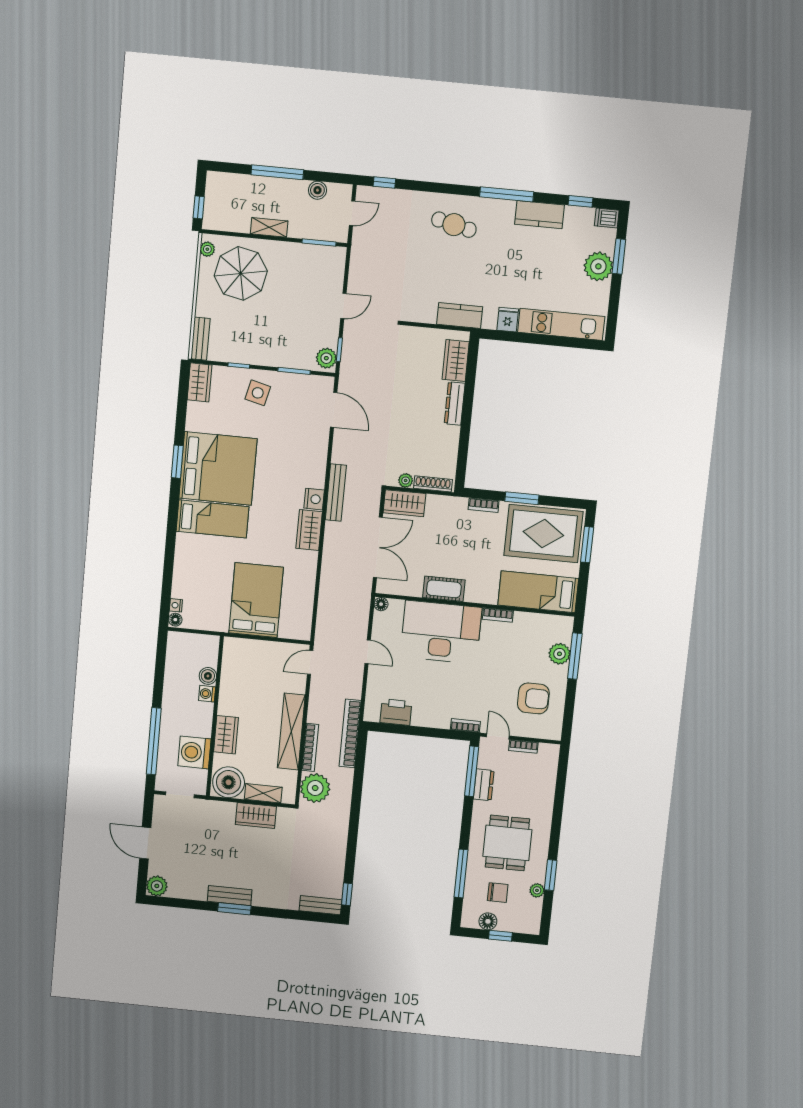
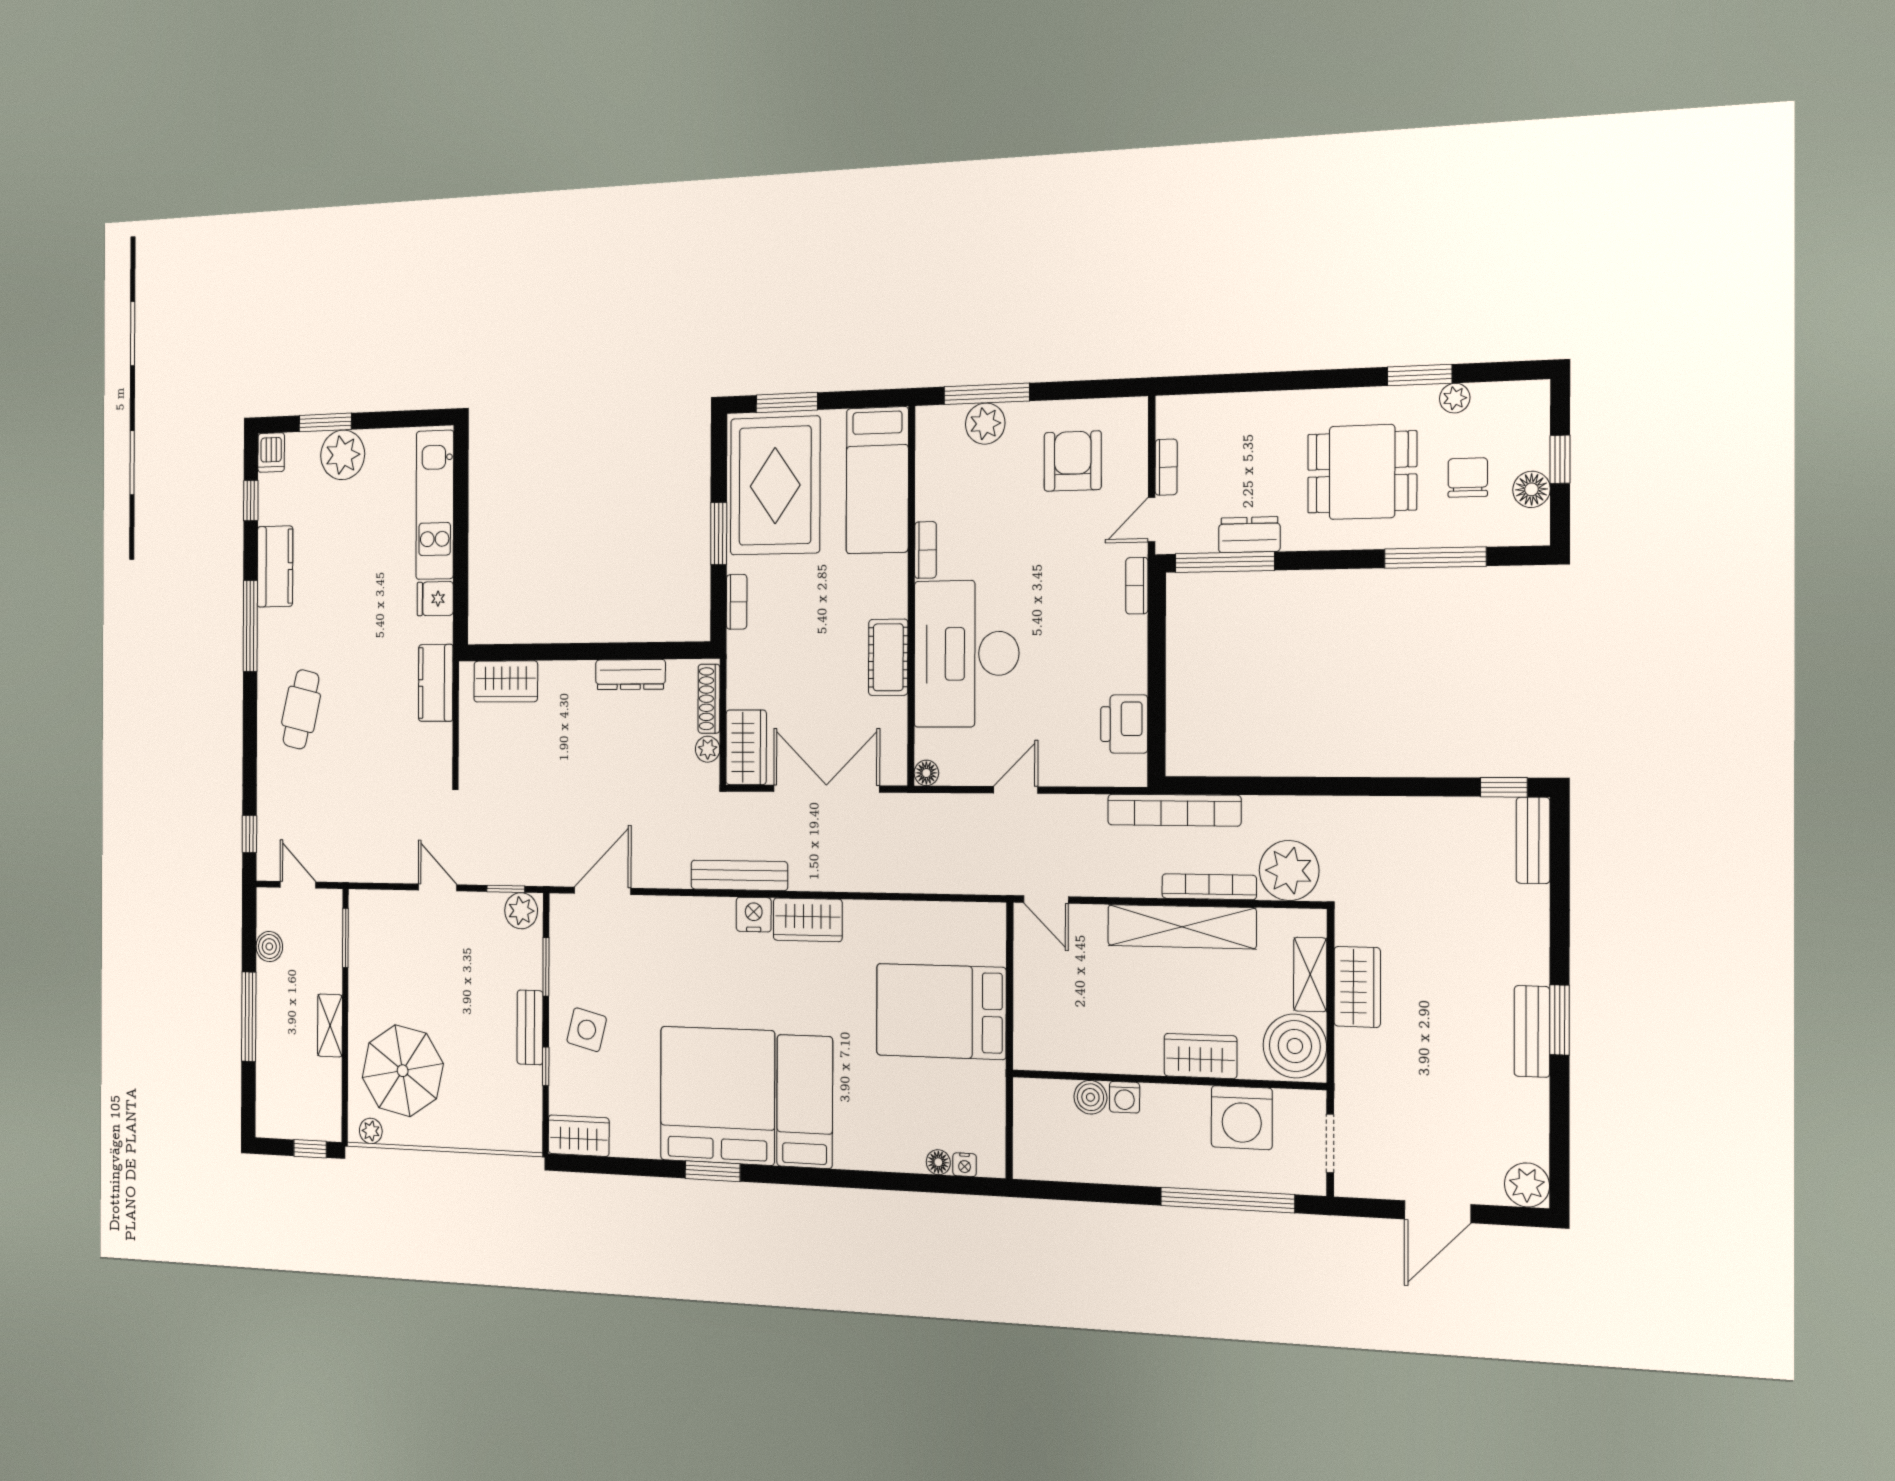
bench: (200, 339) -> (530, 1027), moved, turned 90
dresser: (455, 404) -> (630, 675), moved
floor lamp: (175, 620) -> (938, 1162), moved

